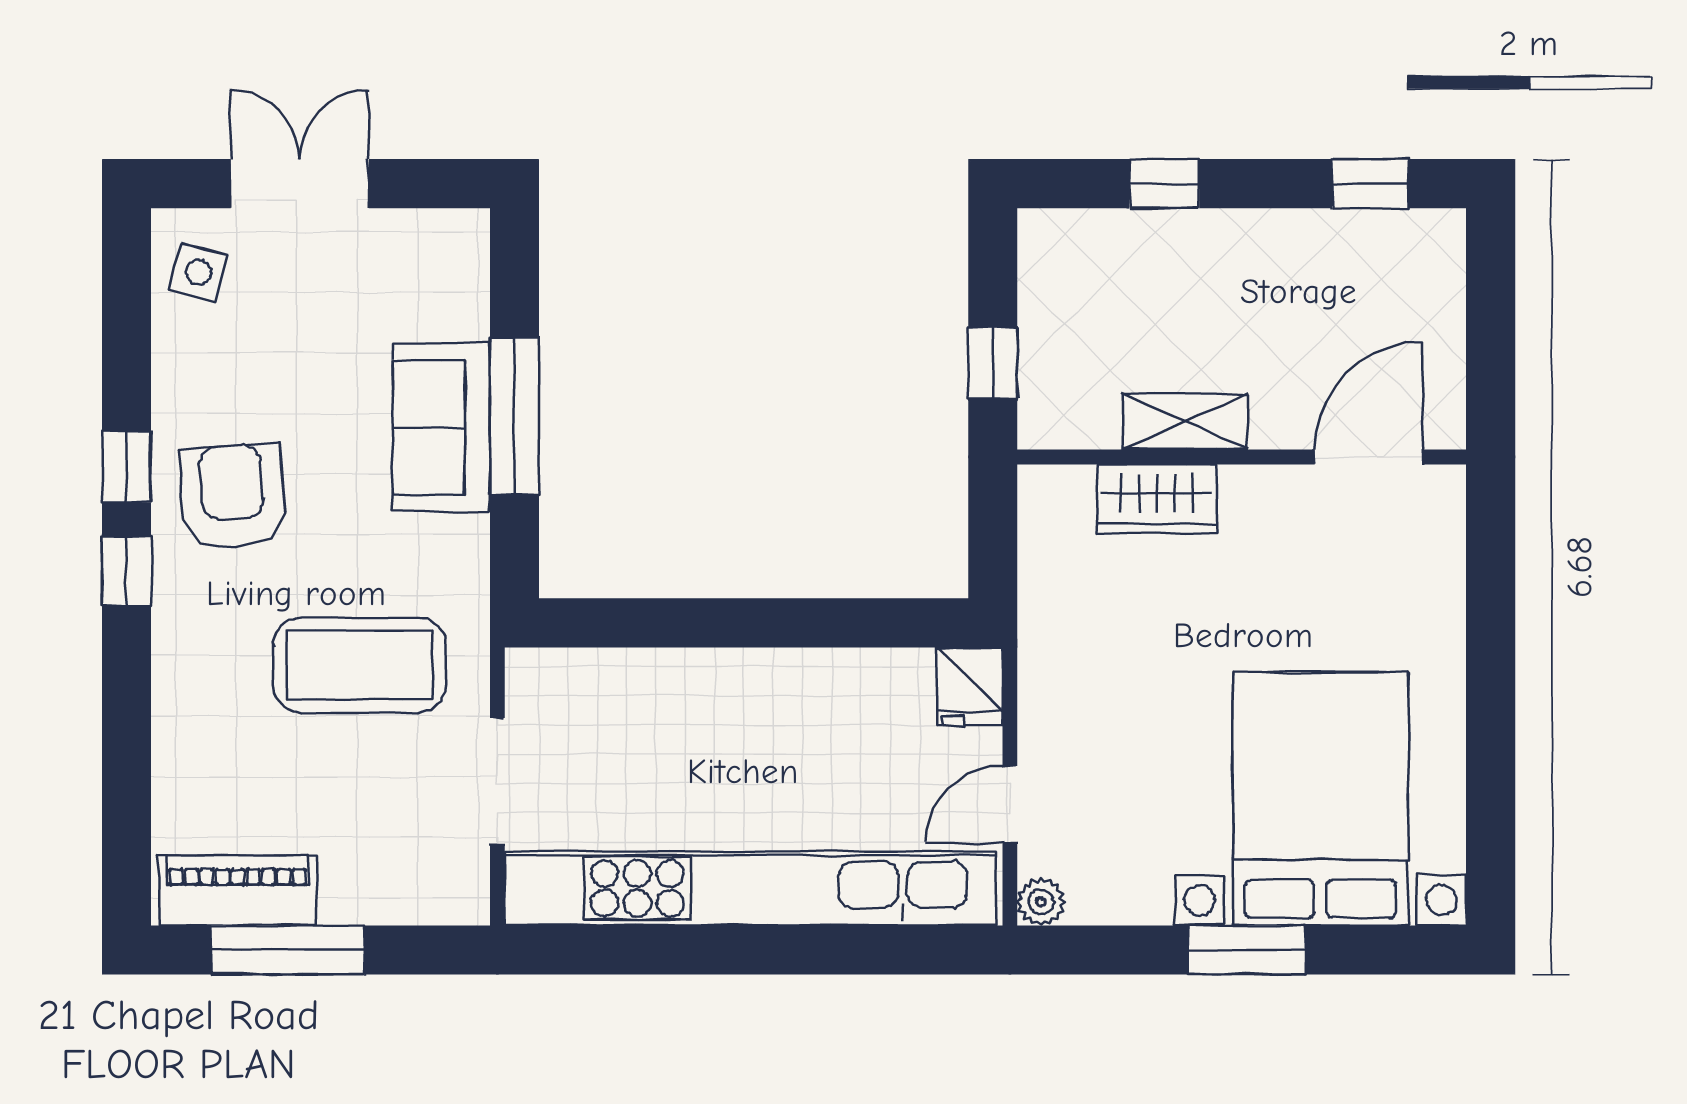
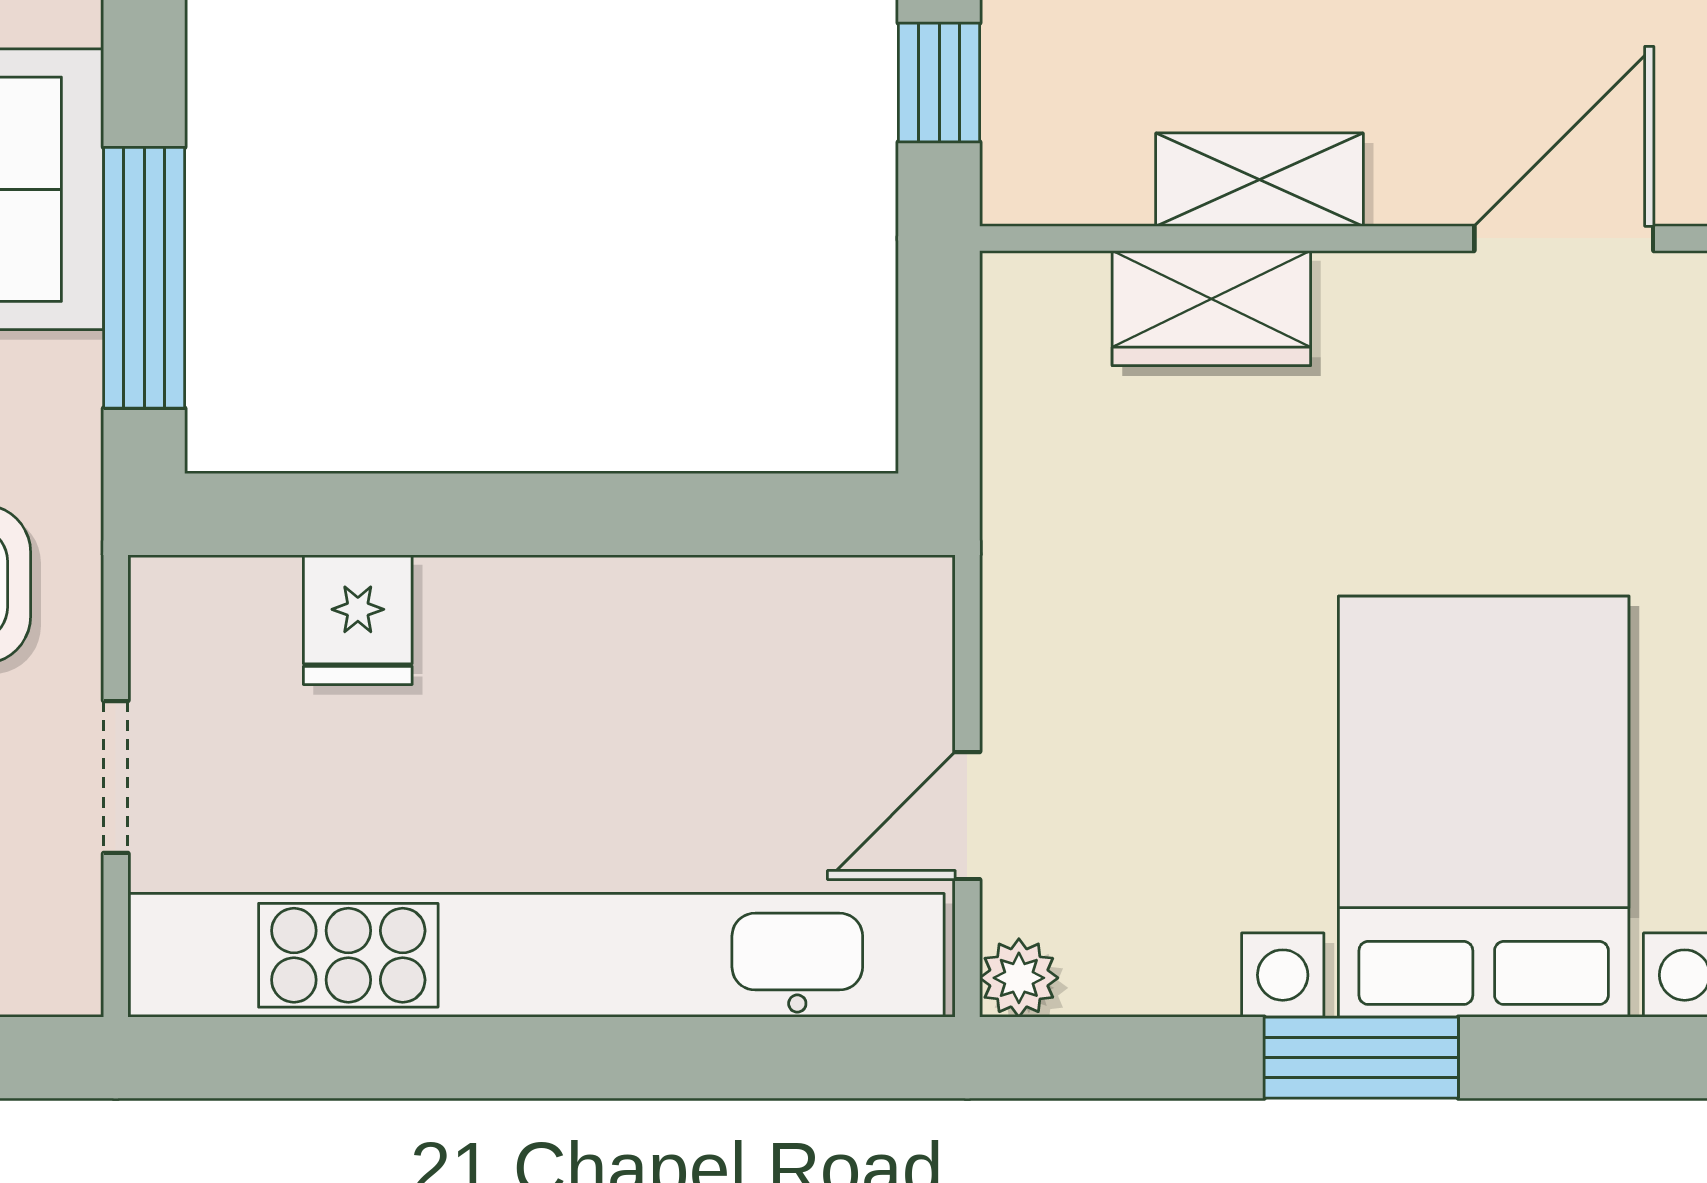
window: (514, 416) -> (144, 278), moved
fridge: (970, 686) -> (358, 620), moved
doorway: (497, 781) -> (116, 777), width x0.73

